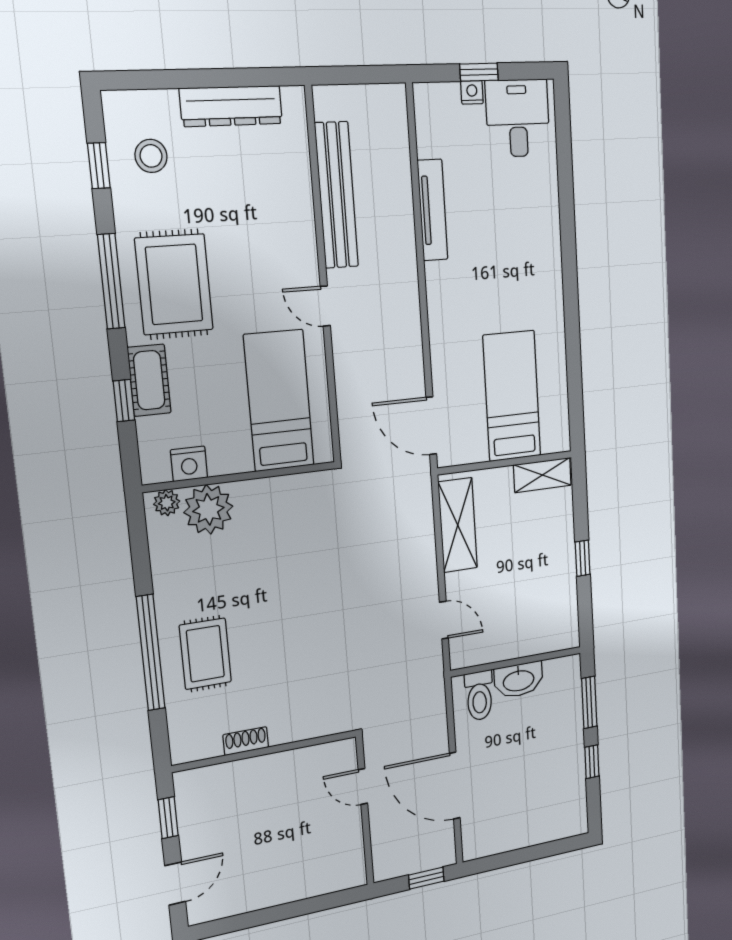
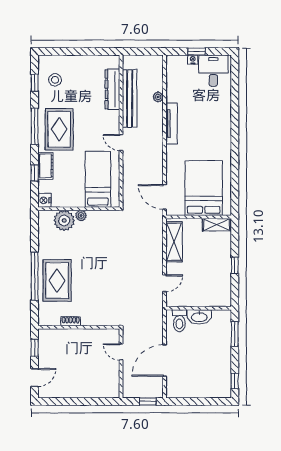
dresser: (231, 106) -> (112, 89), moved, turned 90
plant: (401, 188) -> (158, 97), added
tv unit: (433, 210) -> (172, 124), moved
bed: (512, 396) -> (204, 188), width x1.50
nightstand: (189, 464) -> (45, 200), moved, turned 90
plant: (167, 503) -> (81, 216), moved
door: (444, 620) -> (165, 283), hinge flipped
rug: (205, 654) -> (57, 280), width x1.36, depth x1.43
window: (592, 762) -> (235, 381), moved
door: (455, 786) -> (165, 361), hinge flipped

